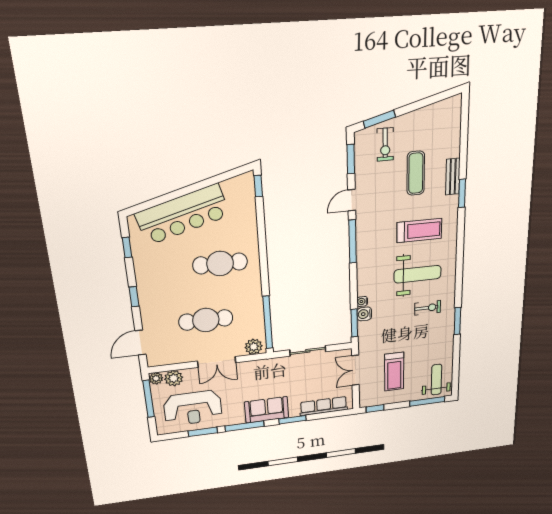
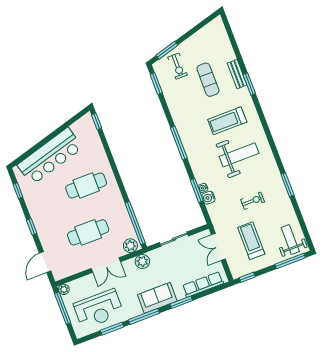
door: (352, 200) -> (167, 113), removed
treadmill: (419, 230) -> (227, 121), turned 180
exercise bike: (428, 308) -> (253, 201), moved
window: (354, 323) -> (197, 190), moved
treadmill: (394, 372) -> (251, 241), turned 180
plant: (174, 378) -> (142, 261), moved

